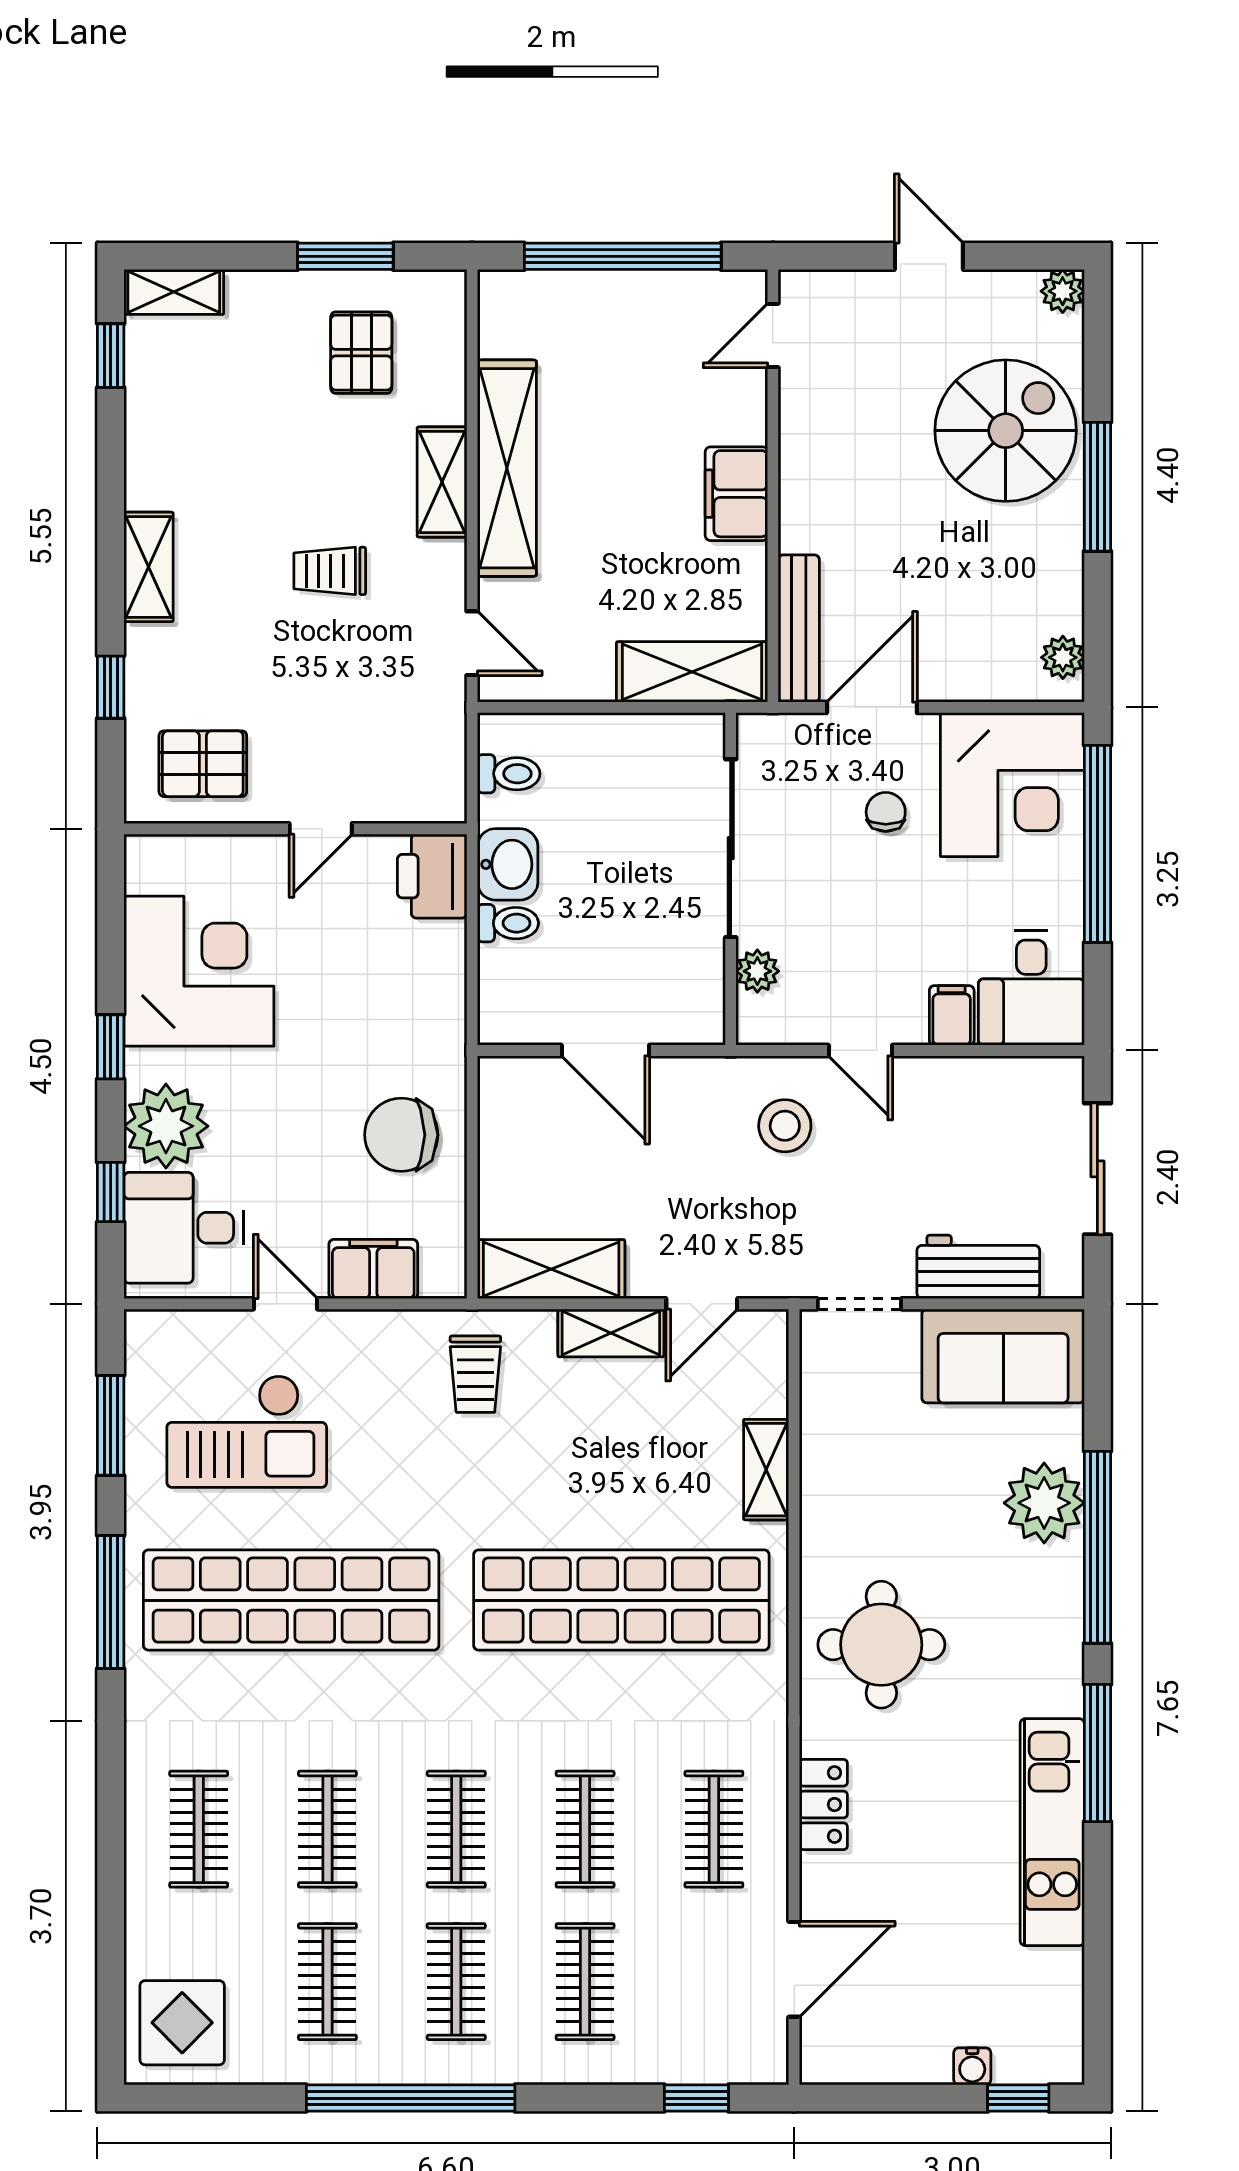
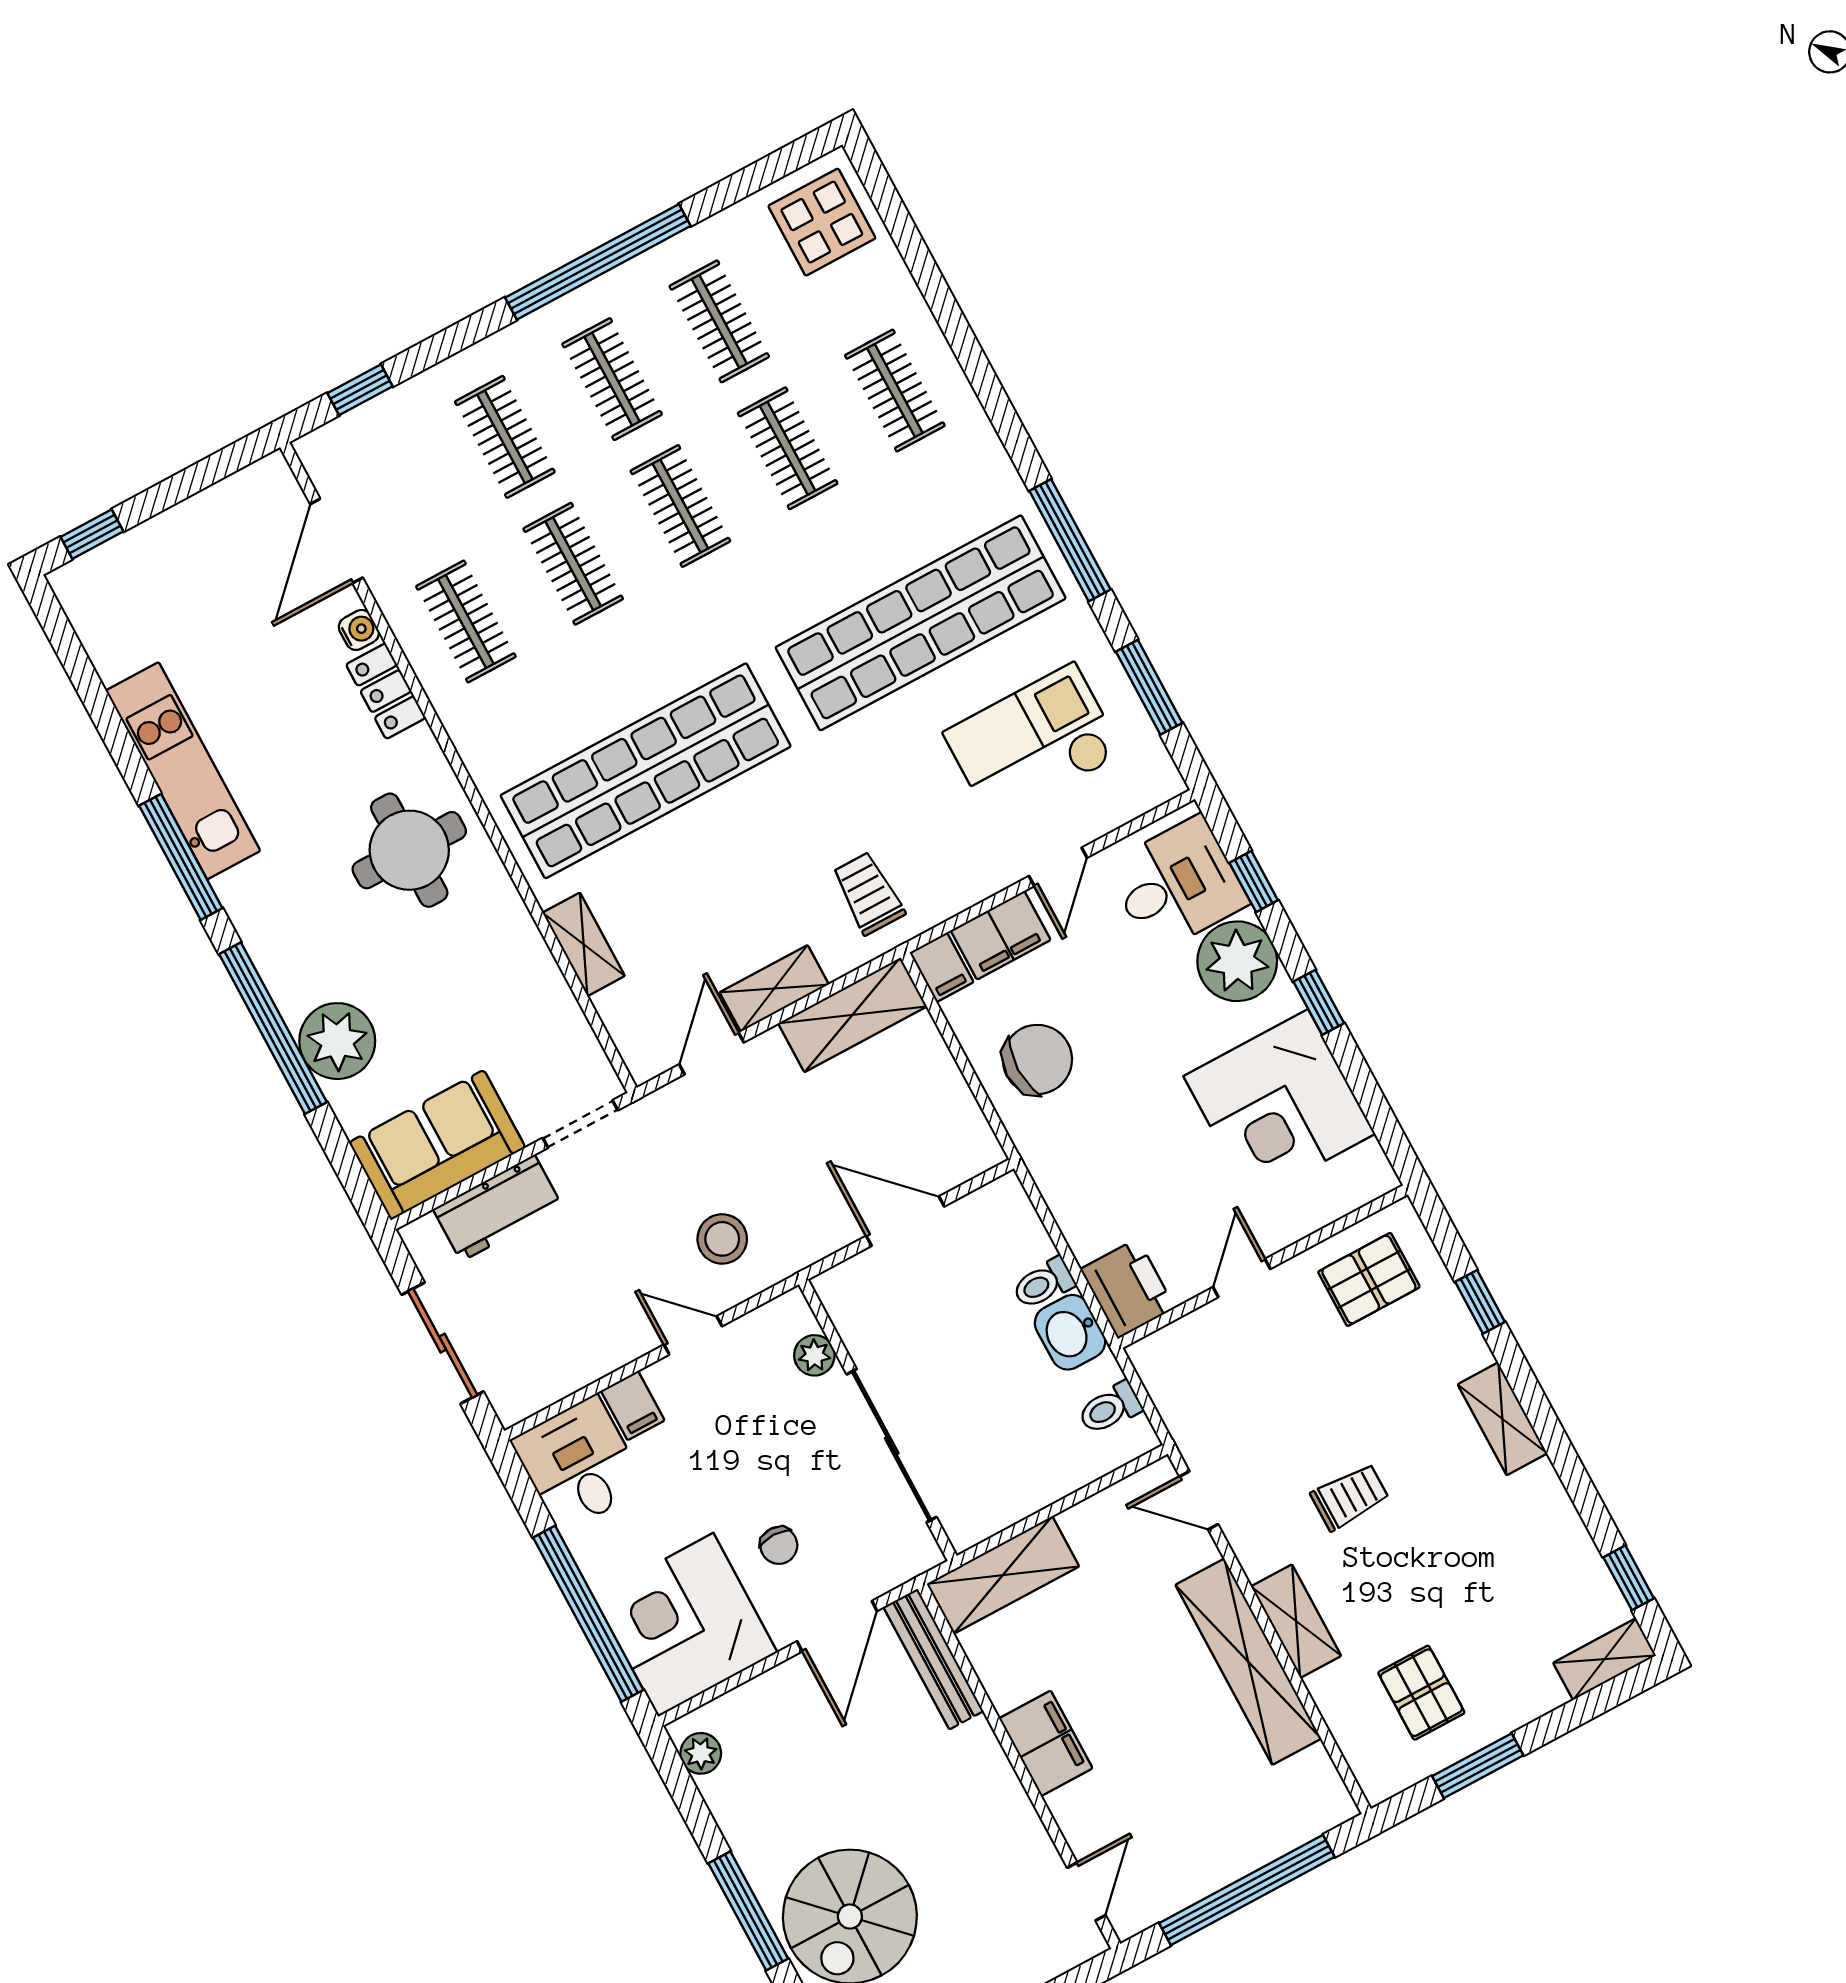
filing cabinet: (444, 1269) -> (942, 967), added
door: (286, 1304) -> (1058, 867), hinge flipped
water cooler: (972, 2066) -> (359, 630), moved, turned 90

